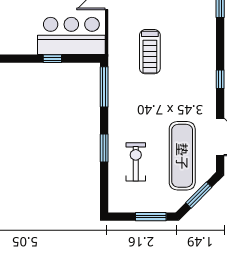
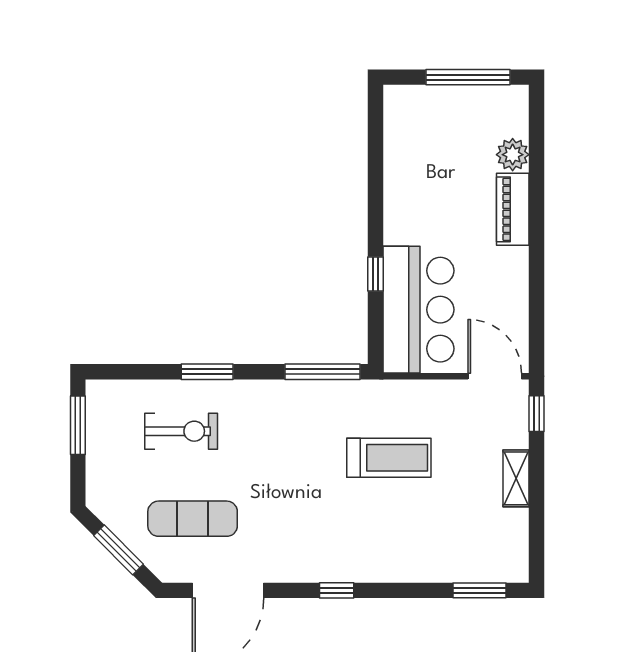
treadmill: (150, 52) -> (389, 458), turned 180
exercise mat: (182, 156) -> (193, 519), width x0.73, depth x0.69
window: (151, 217) -> (78, 425), moved

